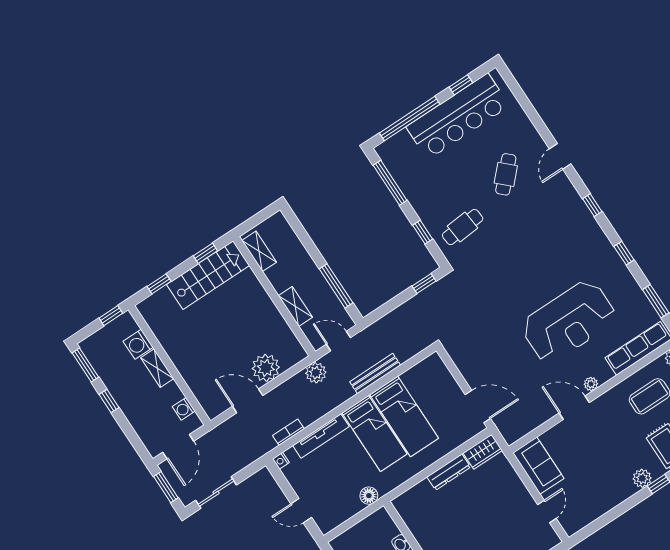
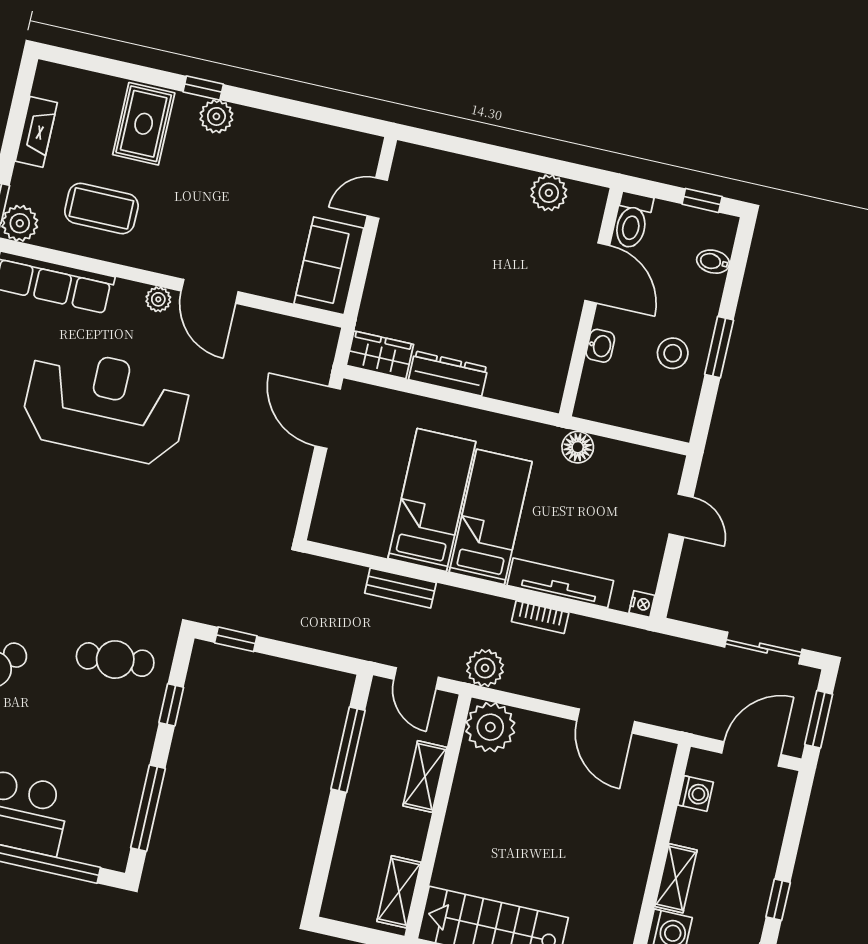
plant: (266, 368) -> (490, 727), moved
bench: (375, 374) -> (400, 588), width x0.73
bookcase: (288, 432) -> (540, 617), moved

